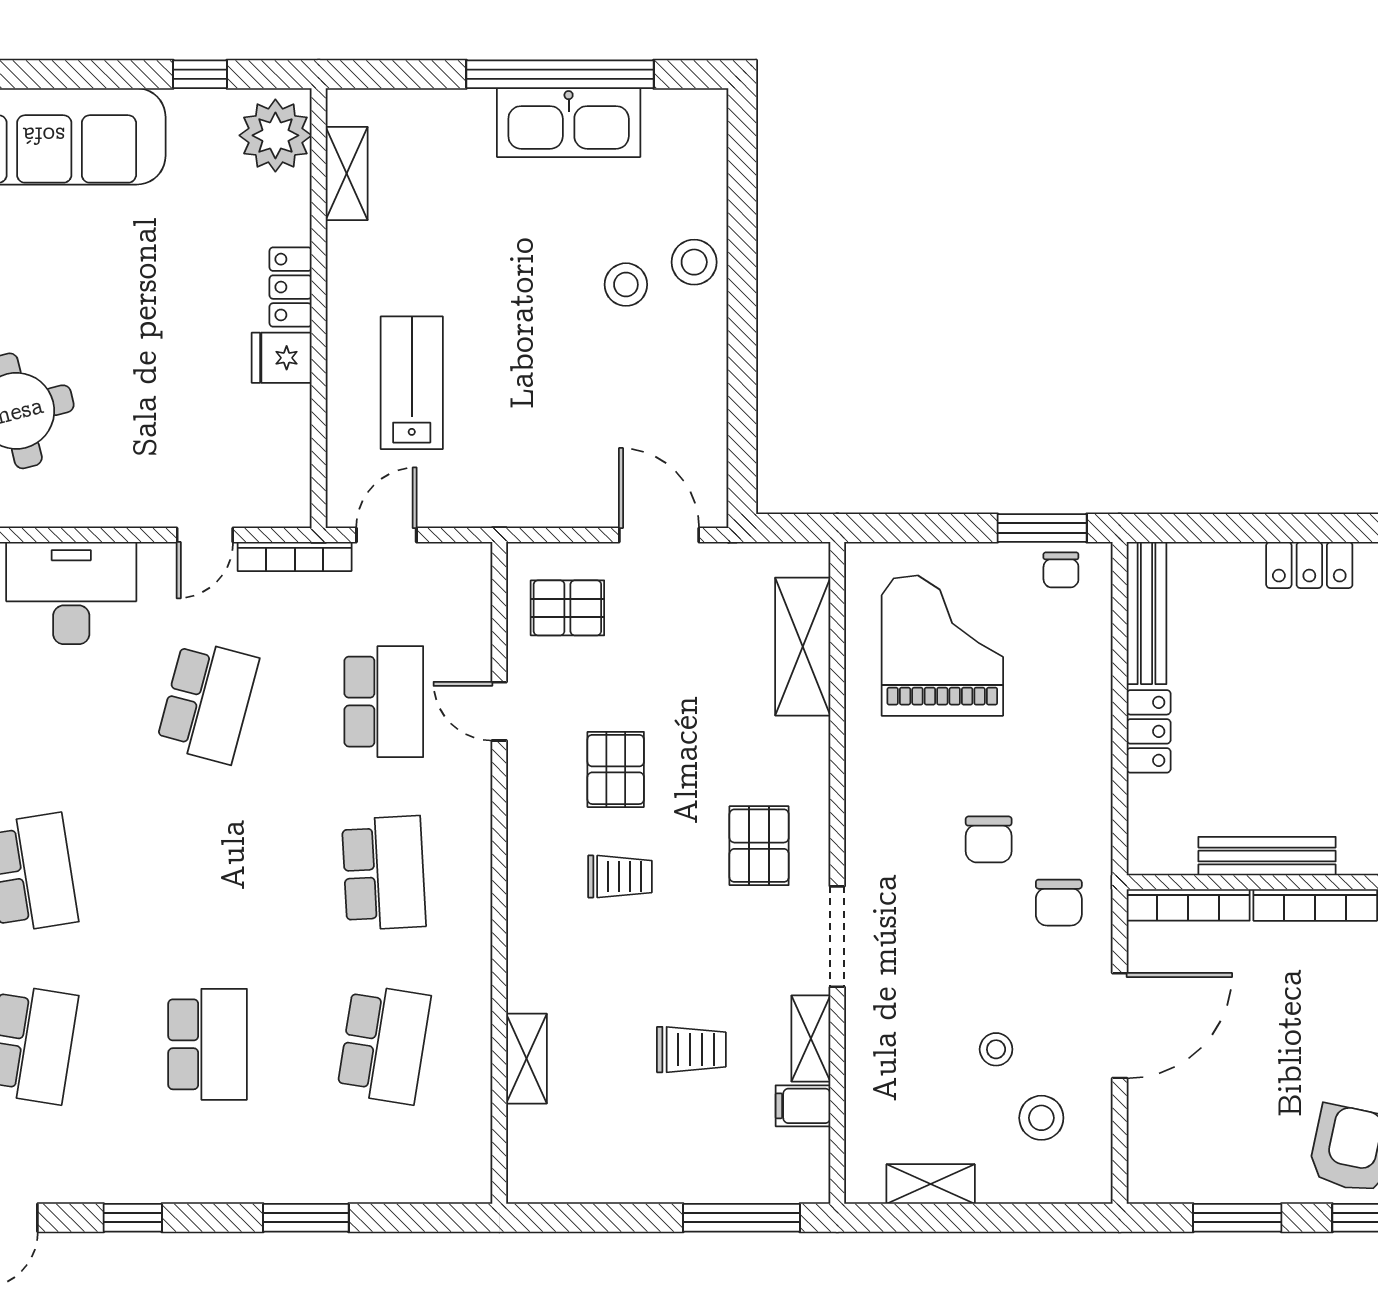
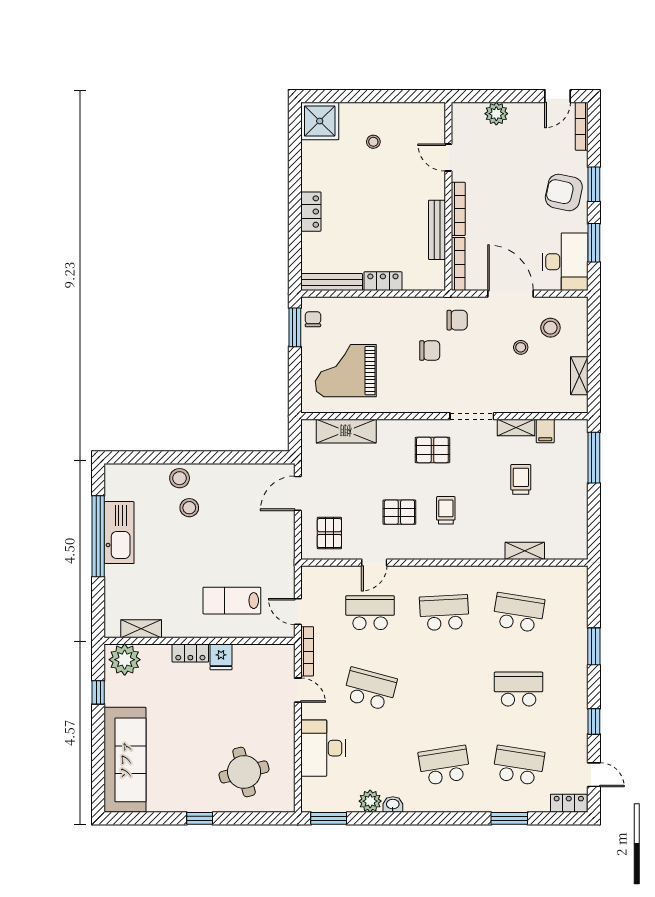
chair: (1061, 570) -> (313, 319), turned -90
desk: (1193, 1151) -> (565, 262), added

